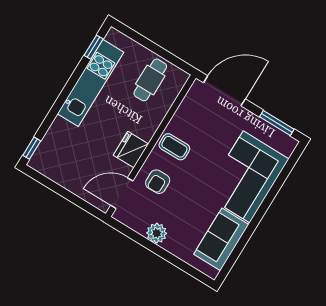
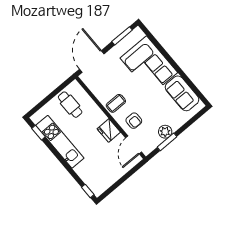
window: (142, 241) -> (167, 142), added

